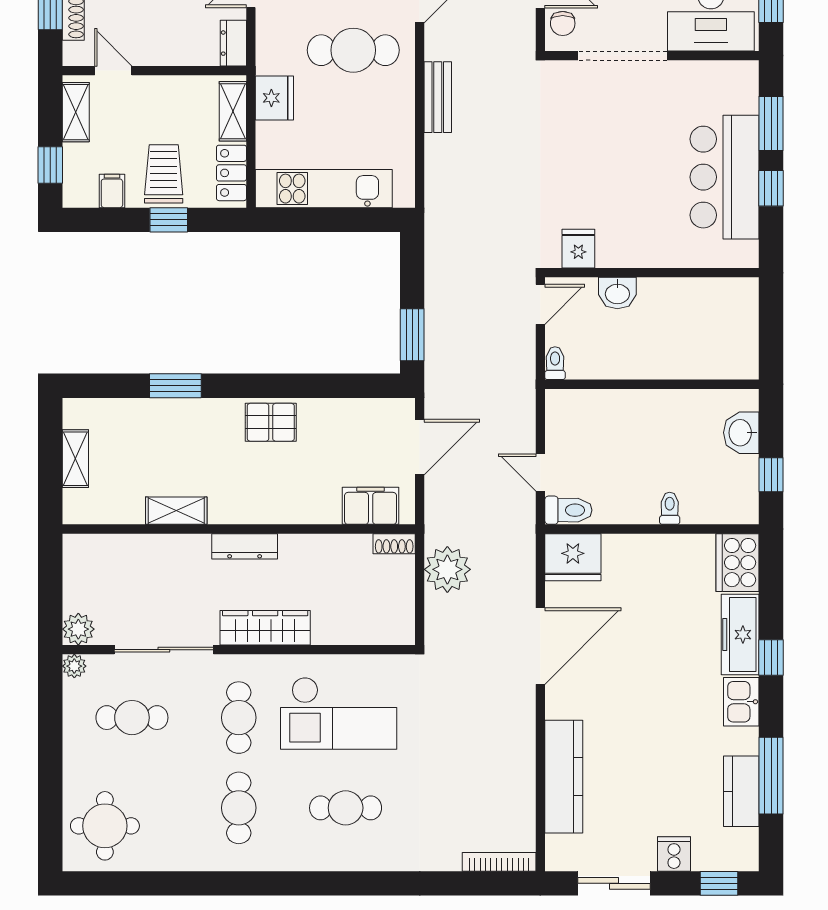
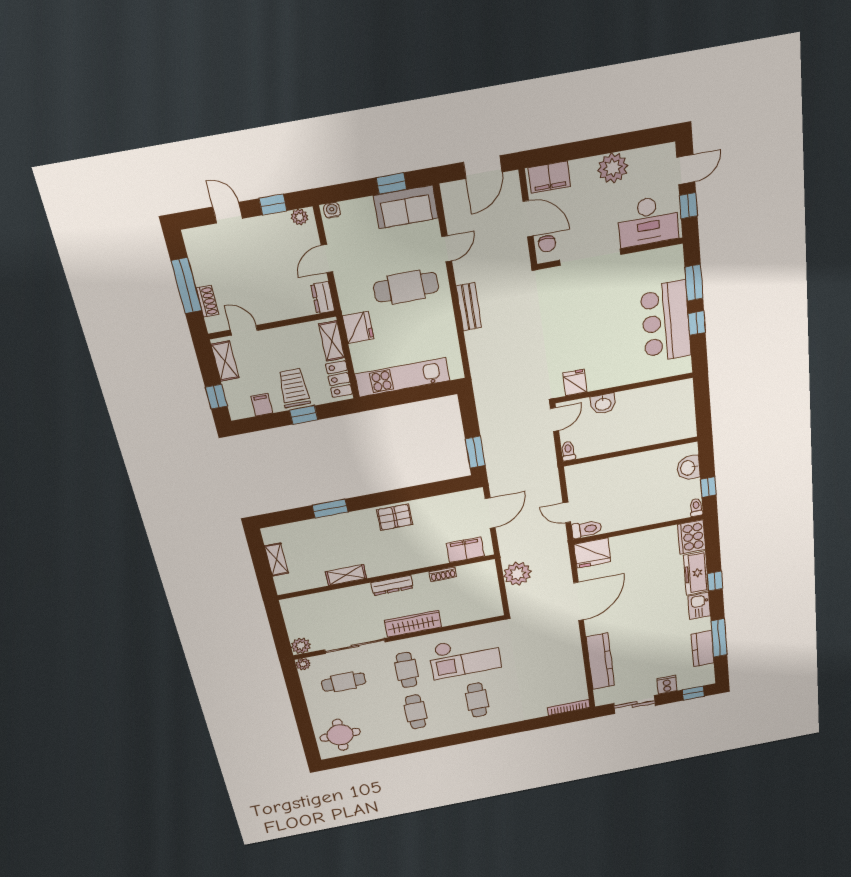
toilet: (670, 508) -> (696, 507), moved
shoe rack: (394, 544) -> (443, 574), moved
cafe table: (346, 808) -> (477, 700), turned 90

